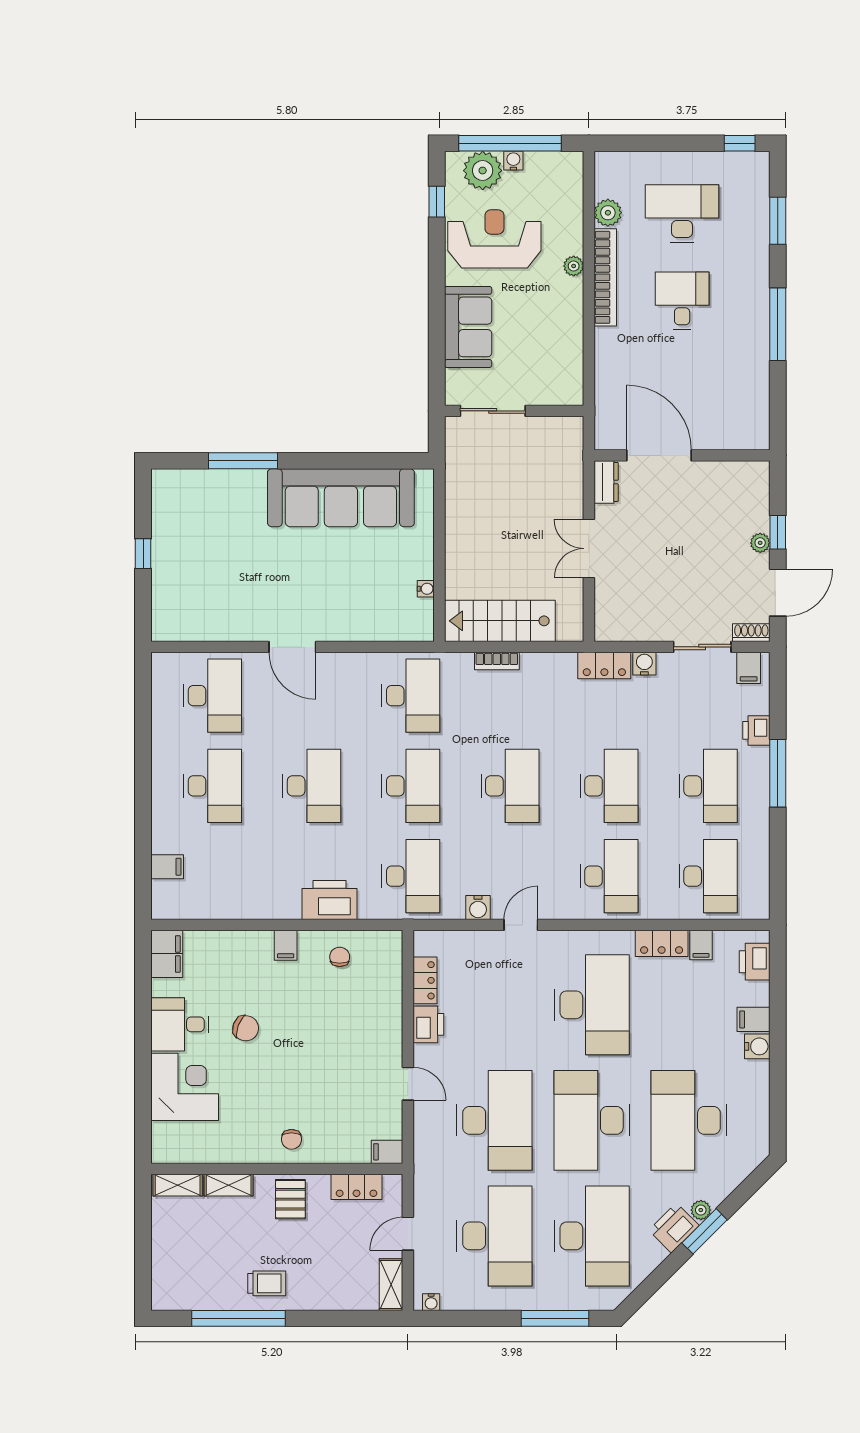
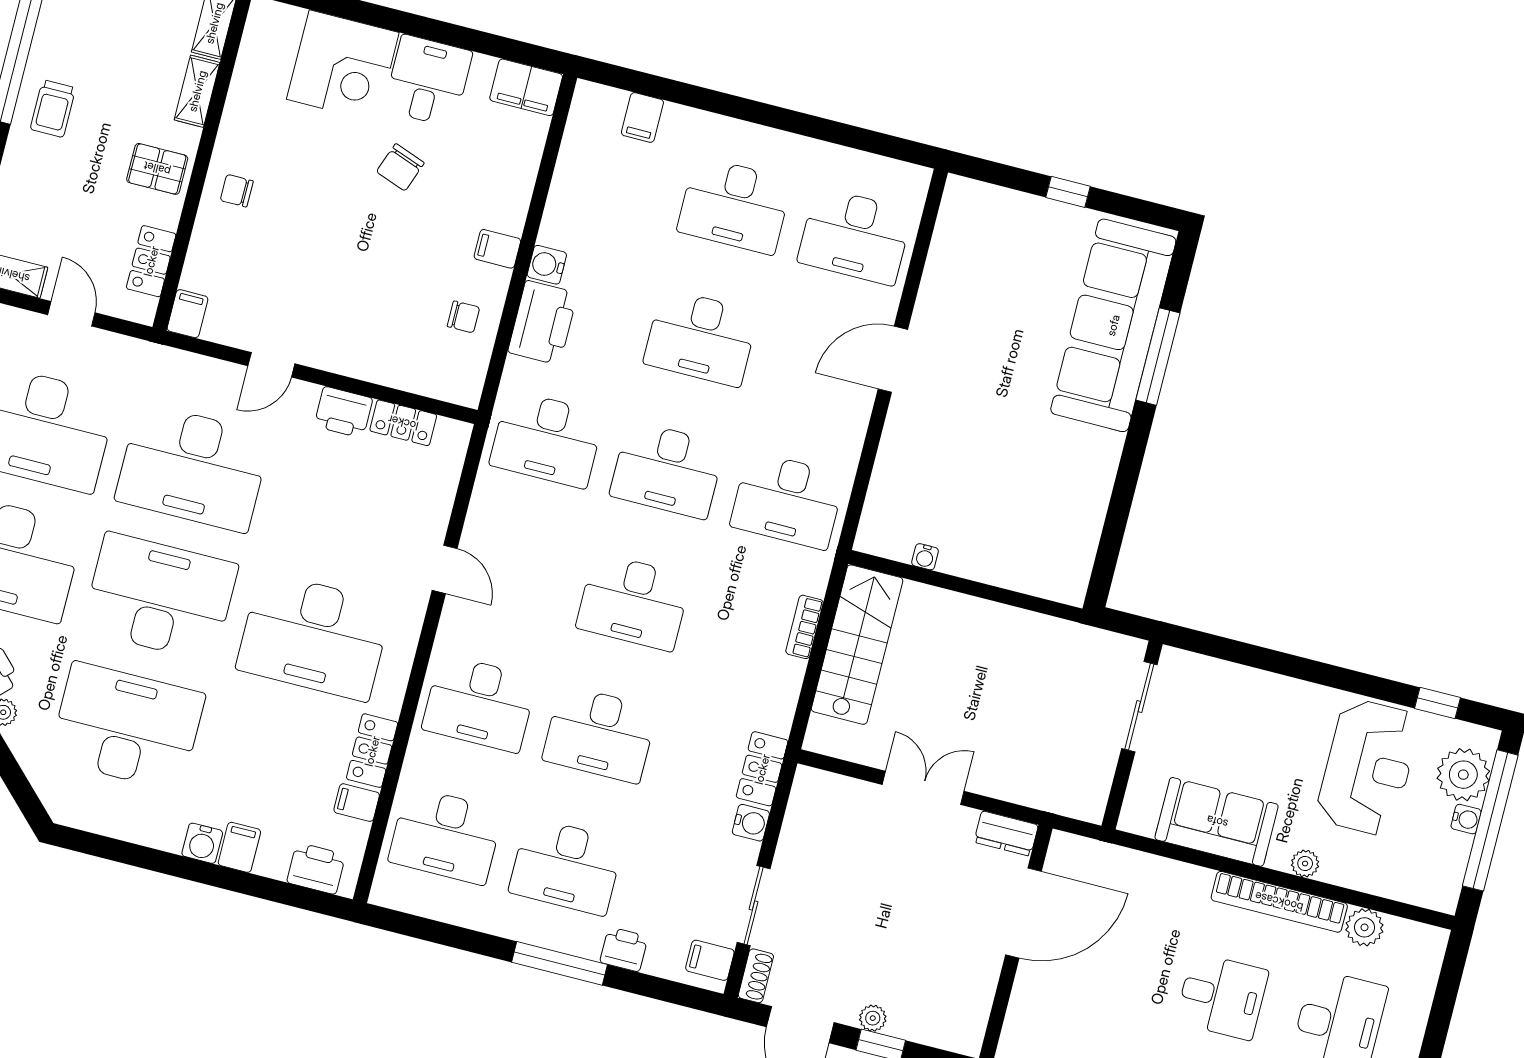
sofa: (468, 327) -> (1217, 822), moved, turned 180
sofa: (341, 498) -> (1113, 325), moved
water cooler: (478, 908) -> (547, 265), moved

